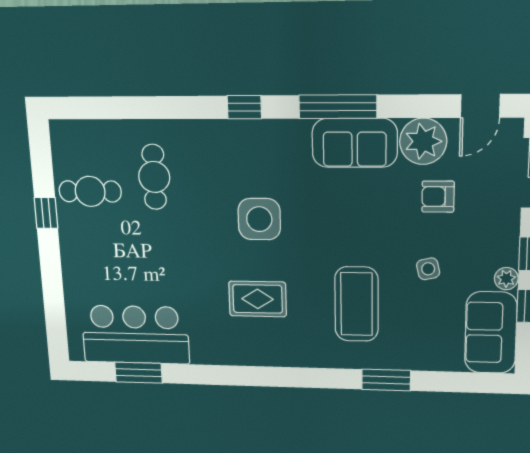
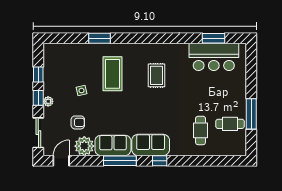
window: (46, 213) -> (251, 114), width x2.17
side table: (259, 219) -> (155, 112), removed
plant: (506, 279) -> (48, 101), moved
rug: (258, 299) -> (157, 75), turned 90
sofa: (491, 333) -> (151, 145), moved, turned -90

